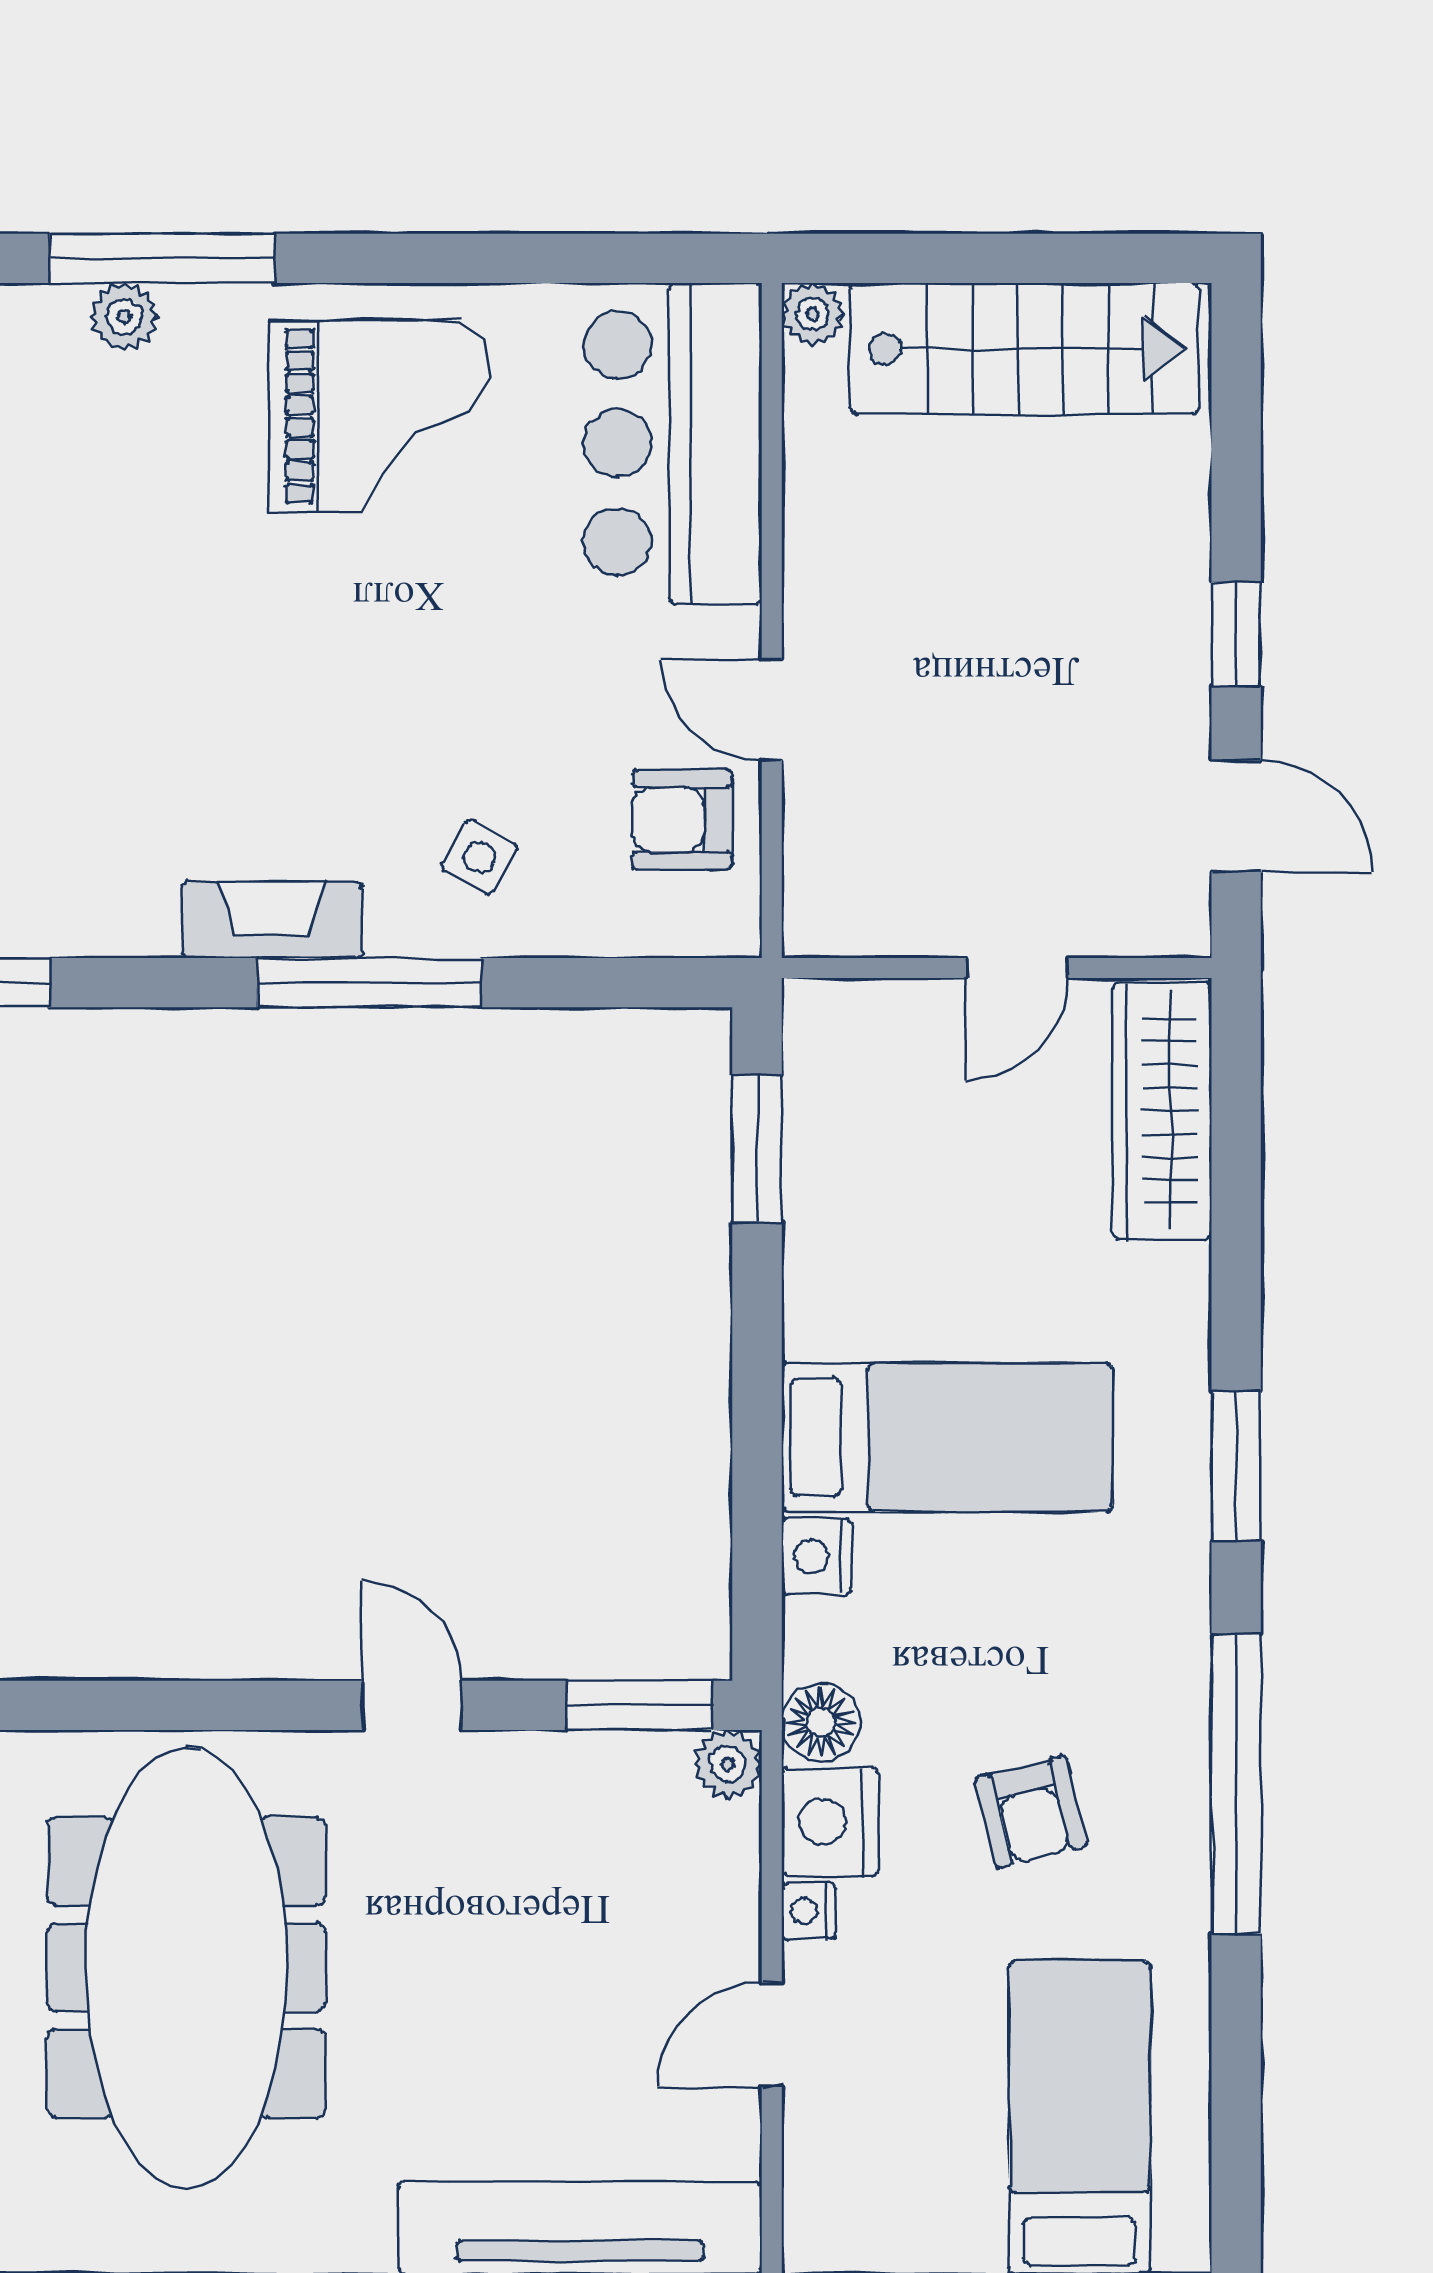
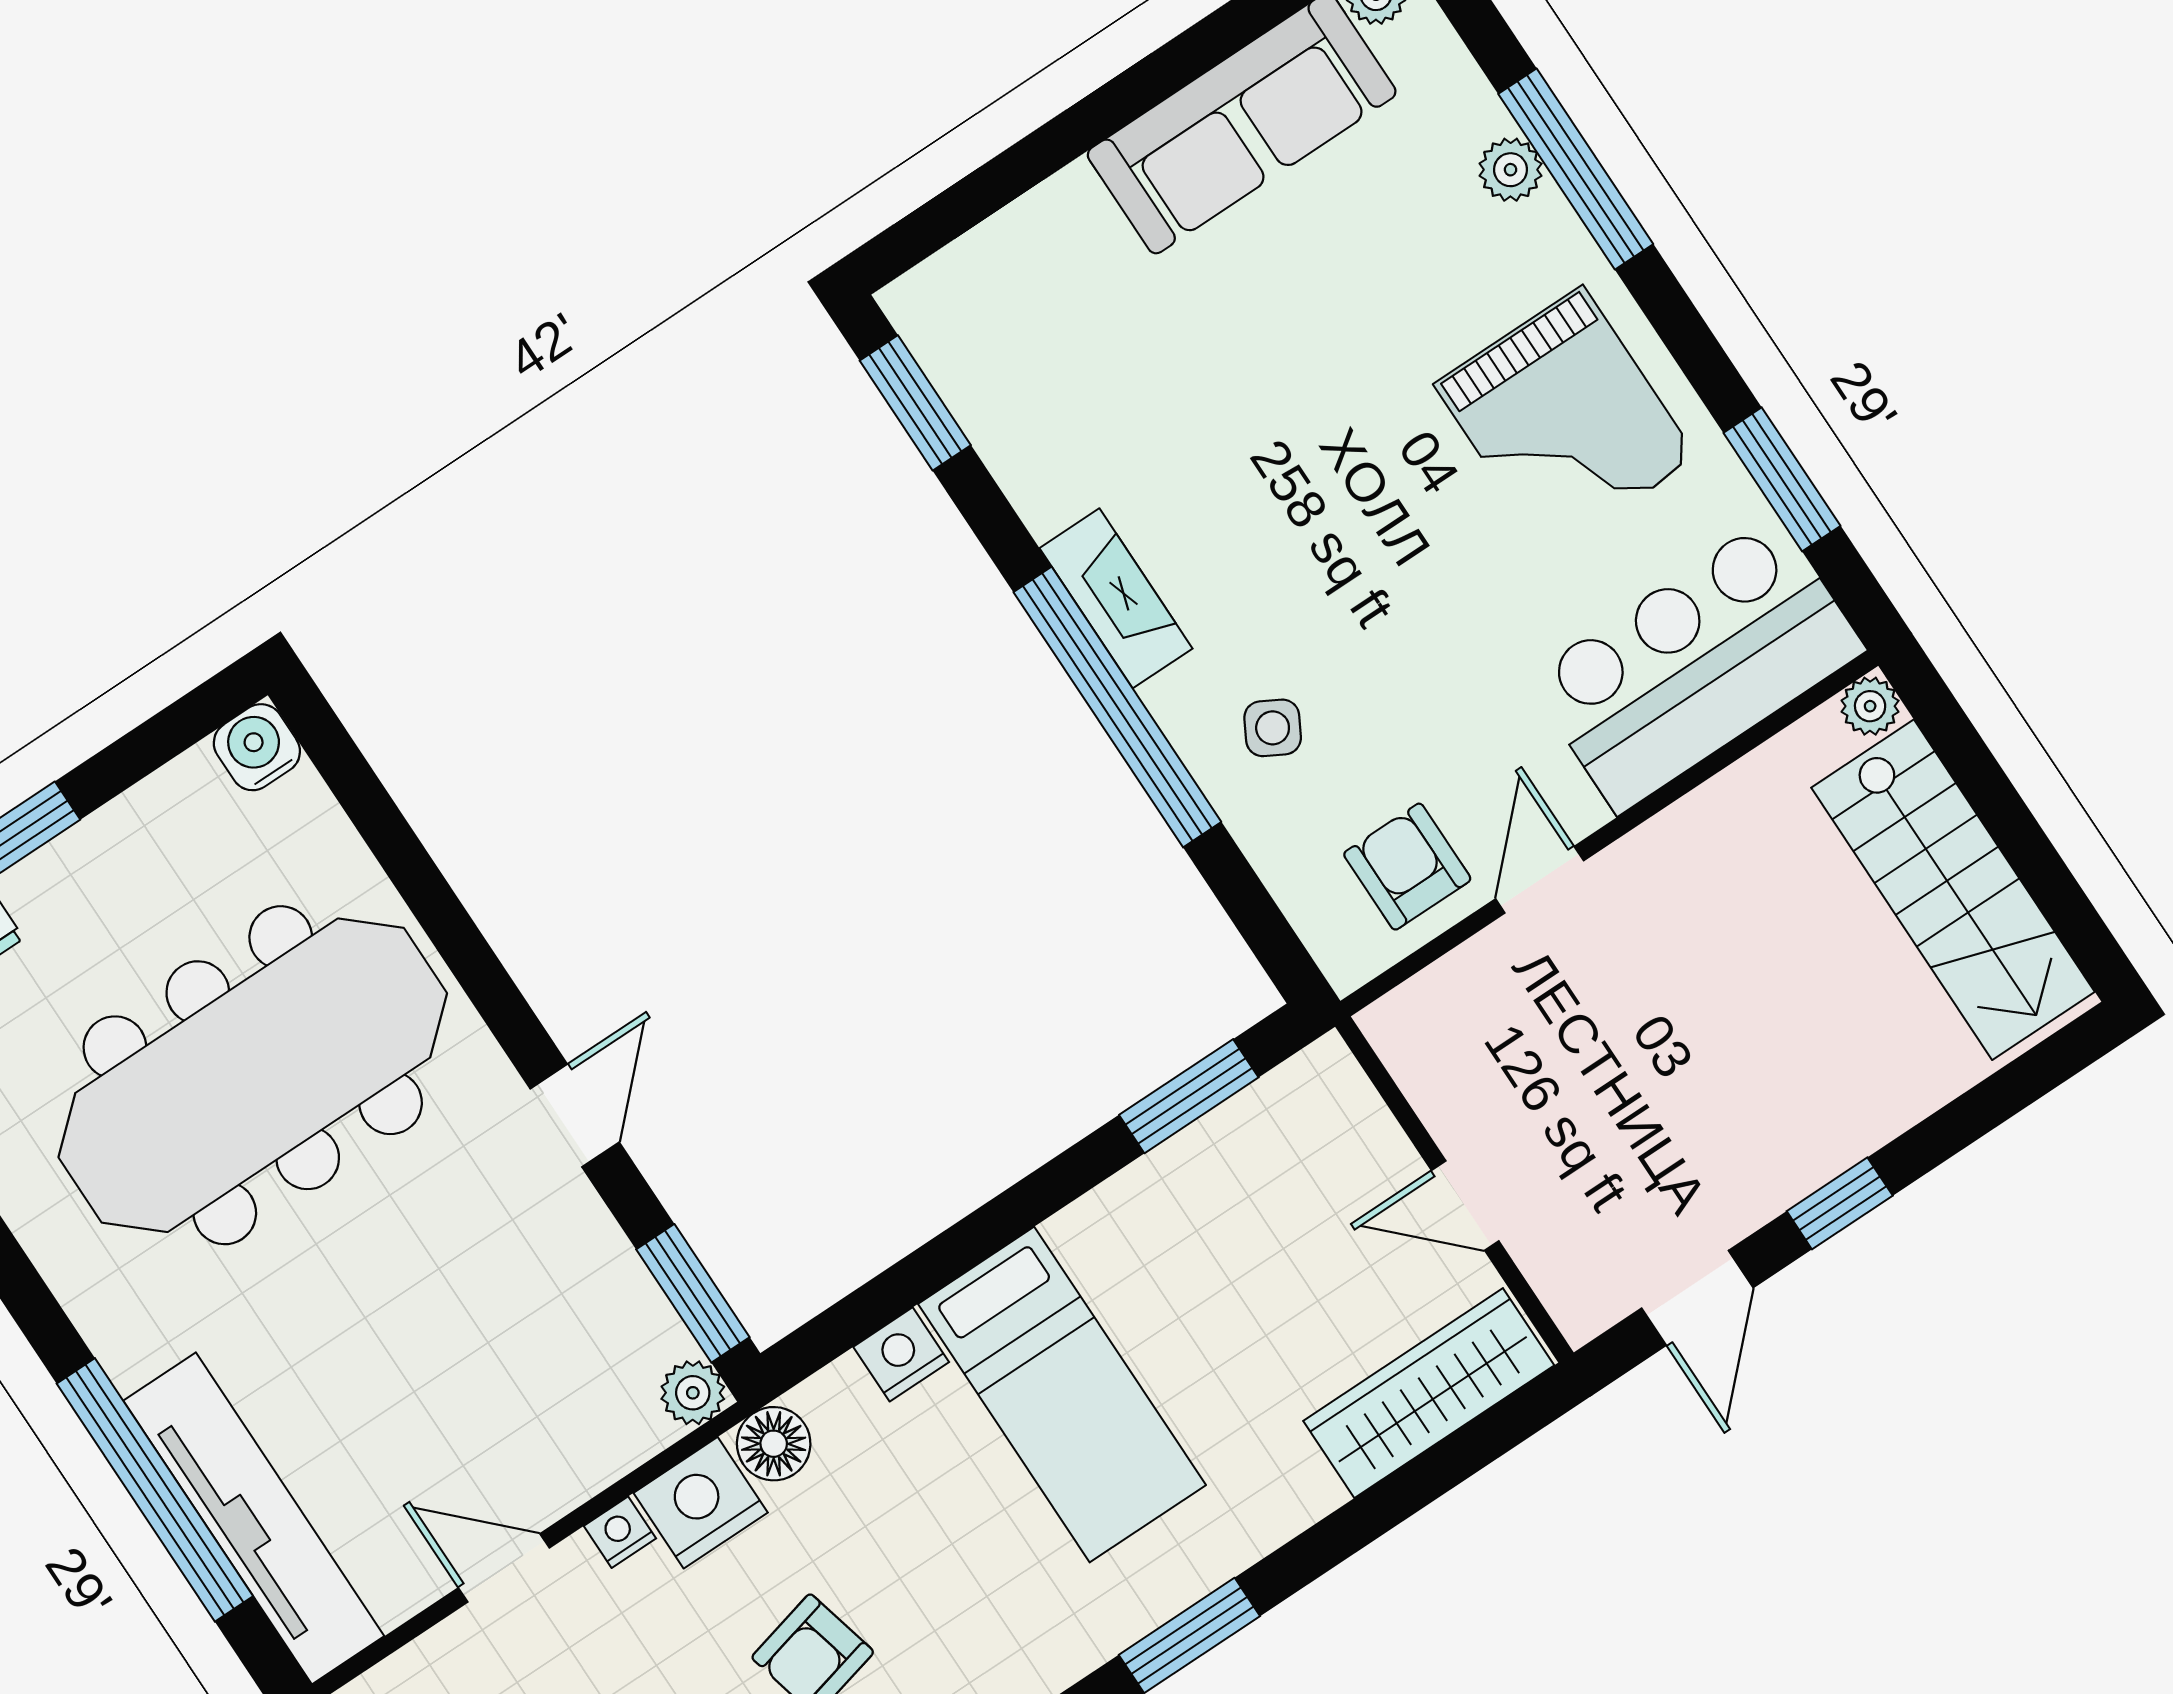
window: (559, 258) -> (1782, 479), added
window: (369, 983) -> (1117, 707), width x1.46

